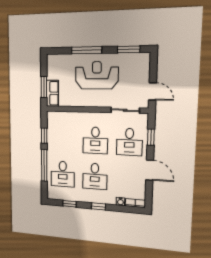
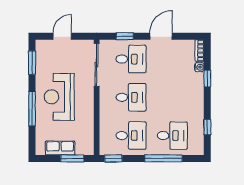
door: (152, 91) -> (62, 36), moved
row of seats: (53, 93) -> (60, 148), moved
sliding door: (125, 110) -> (97, 65), width x1.37
window: (44, 136) -> (113, 158), moved
desk: (95, 176) -> (131, 136), moved
window: (98, 206) -> (207, 79), moved

